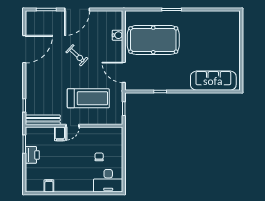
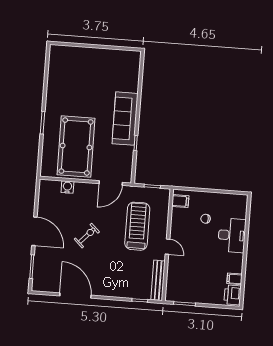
sofa: (213, 81) -> (125, 119), moved
filing cabinet: (60, 134) -> (180, 201), moved
printer: (32, 155) -> (233, 295), moved, turned -90
desk: (108, 181) -> (232, 235), moved

